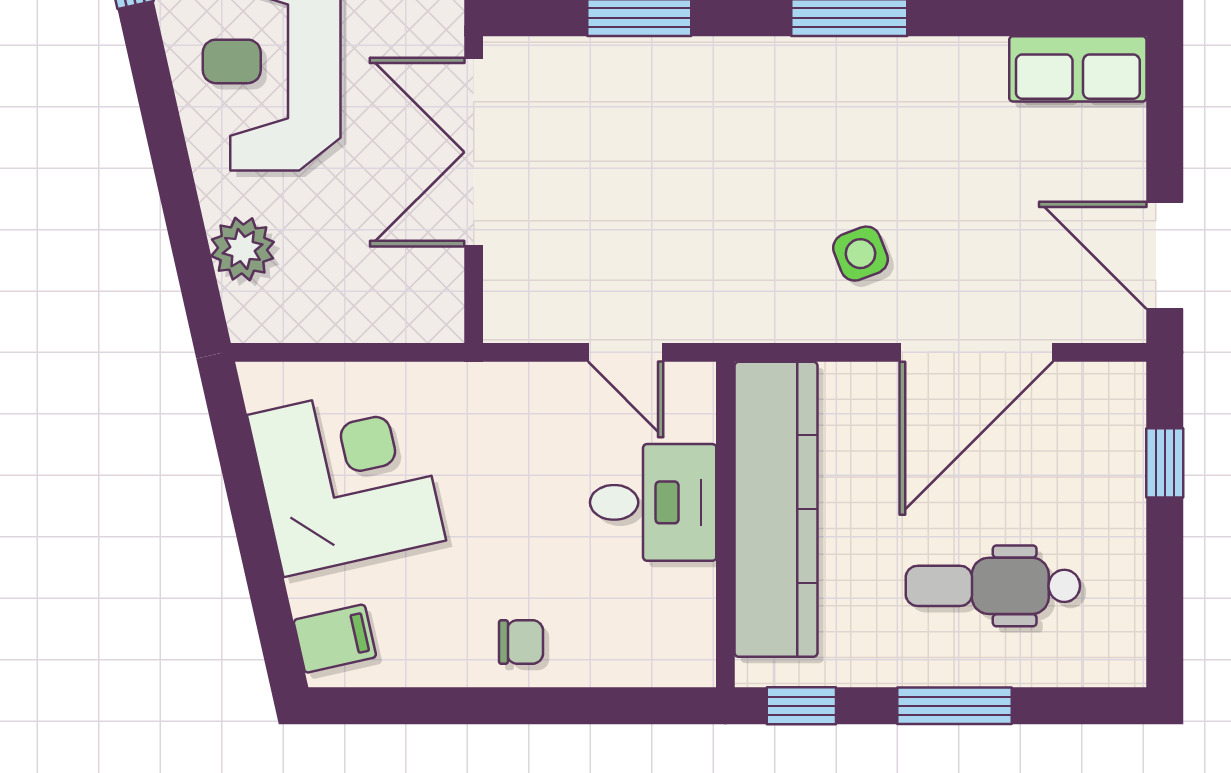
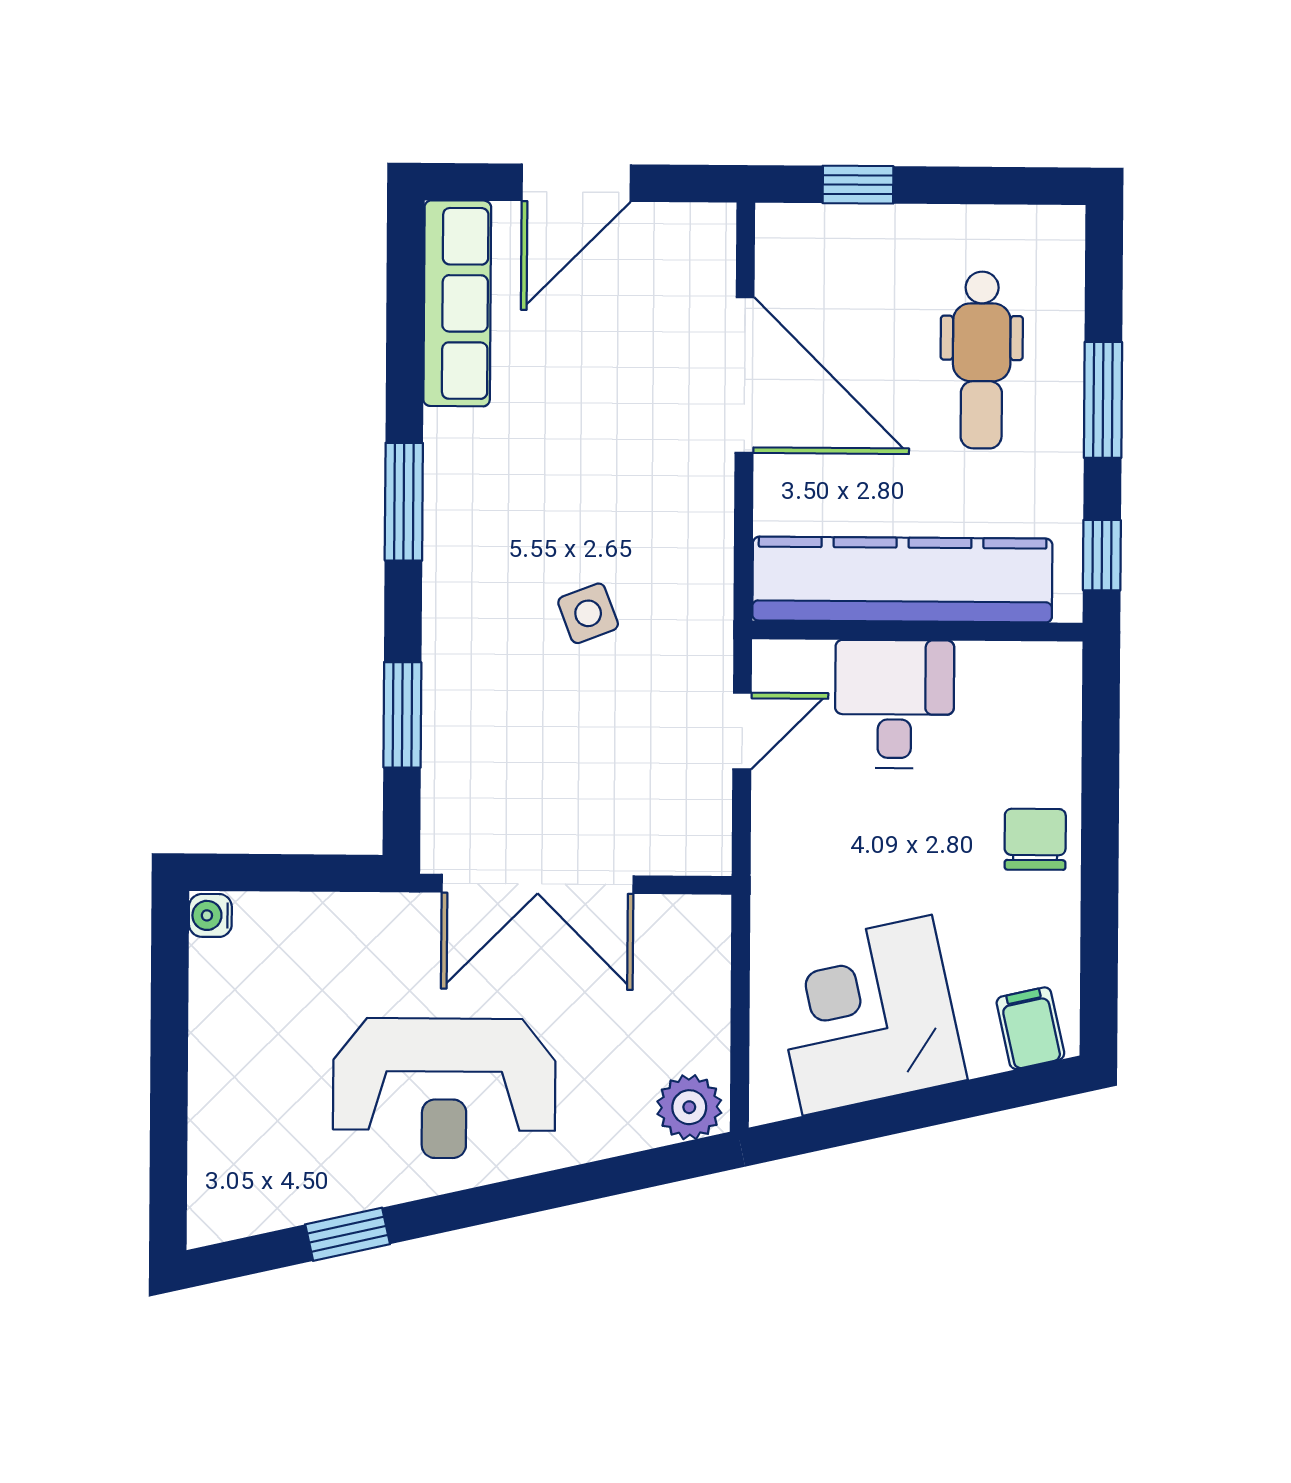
row of seats: (1078, 69) -> (457, 303), width x1.48
plant: (243, 249) -> (689, 1107), moved
side table: (861, 254) -> (588, 613), moved
door: (1165, 255) -> (576, 183), moved
chair: (521, 642) -> (1035, 839), width x1.37, depth x1.37

